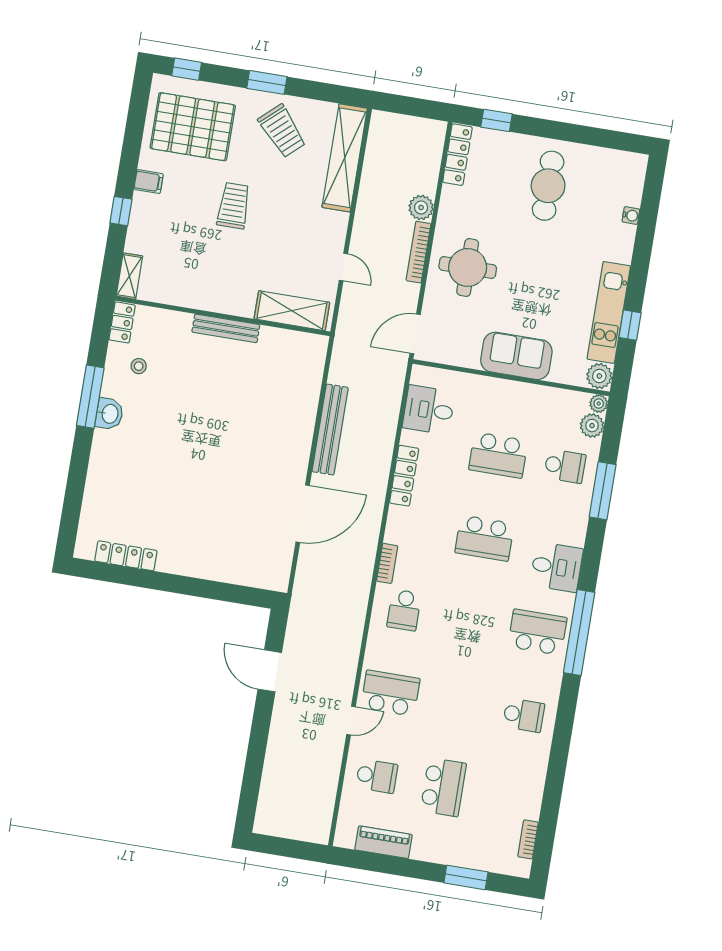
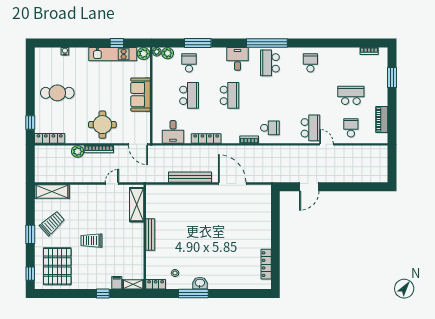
shelving: (345, 158) -> (52, 192), width x0.68
filing cabinet: (149, 182) -> (117, 283), moved
school desk: (390, 693) -> (310, 128), turned 180

